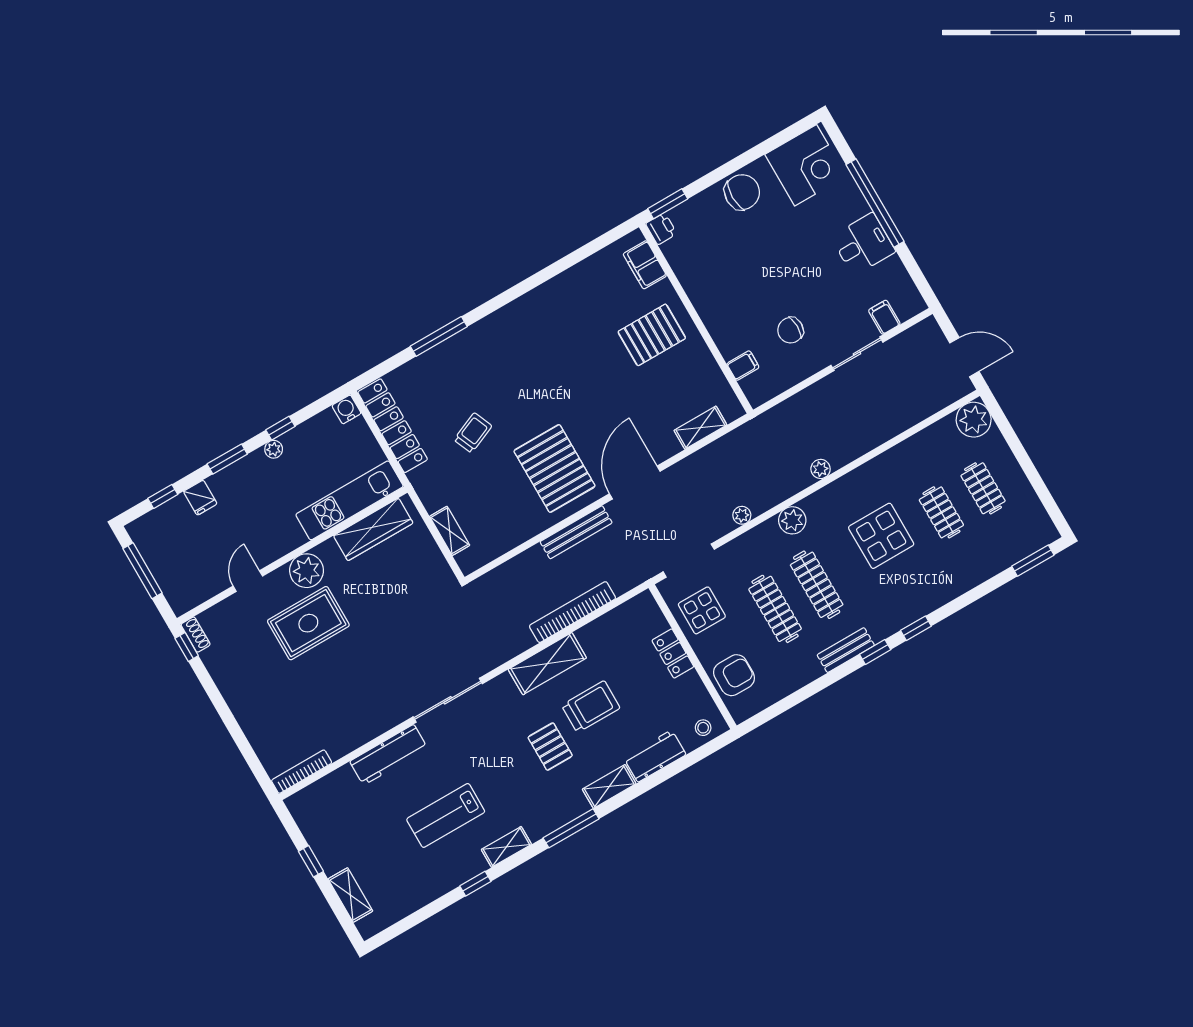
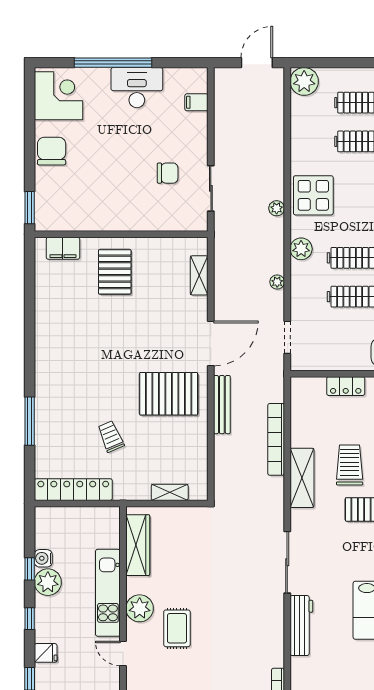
printer: (661, 229) -> (44, 222), removed
desk: (863, 244) -> (137, 88), width x1.37
chair: (790, 330) -> (168, 173), turned -90
sliding door: (857, 354) -> (211, 188), moved
filing cabinet: (743, 366) -> (173, 221), removed
water cooler: (347, 409) -> (43, 558), moved
plant: (274, 449) -> (48, 582), width x1.88, depth x1.88
window: (227, 459) -> (30, 619), width x0.67
door: (635, 482) -> (211, 343), swing flipped
kitchen unit: (350, 500) -> (108, 593), moved
display table: (881, 536) -> (313, 195), moved
doorway: (689, 561) -> (287, 337), width x0.73
display table: (702, 610) -> (327, 348), removed
rug: (308, 623) -> (177, 628), width x0.73, depth x0.70

